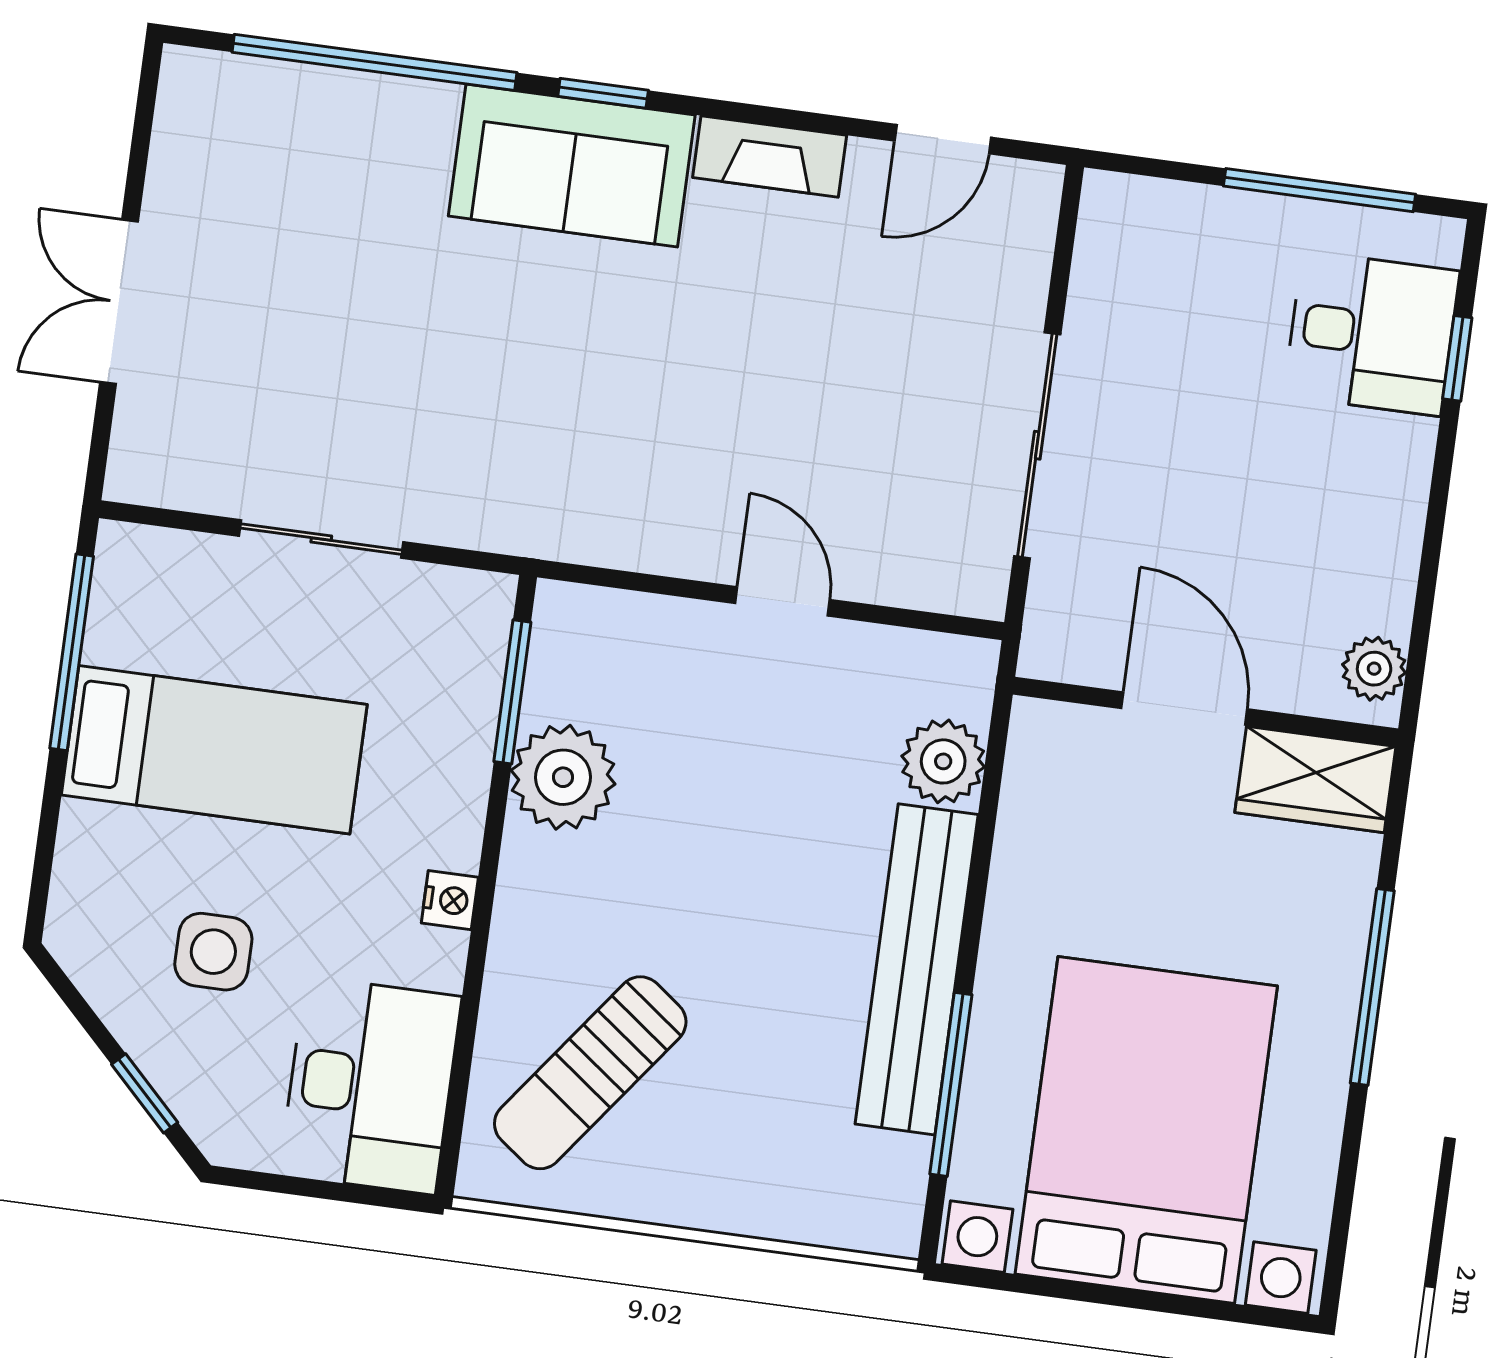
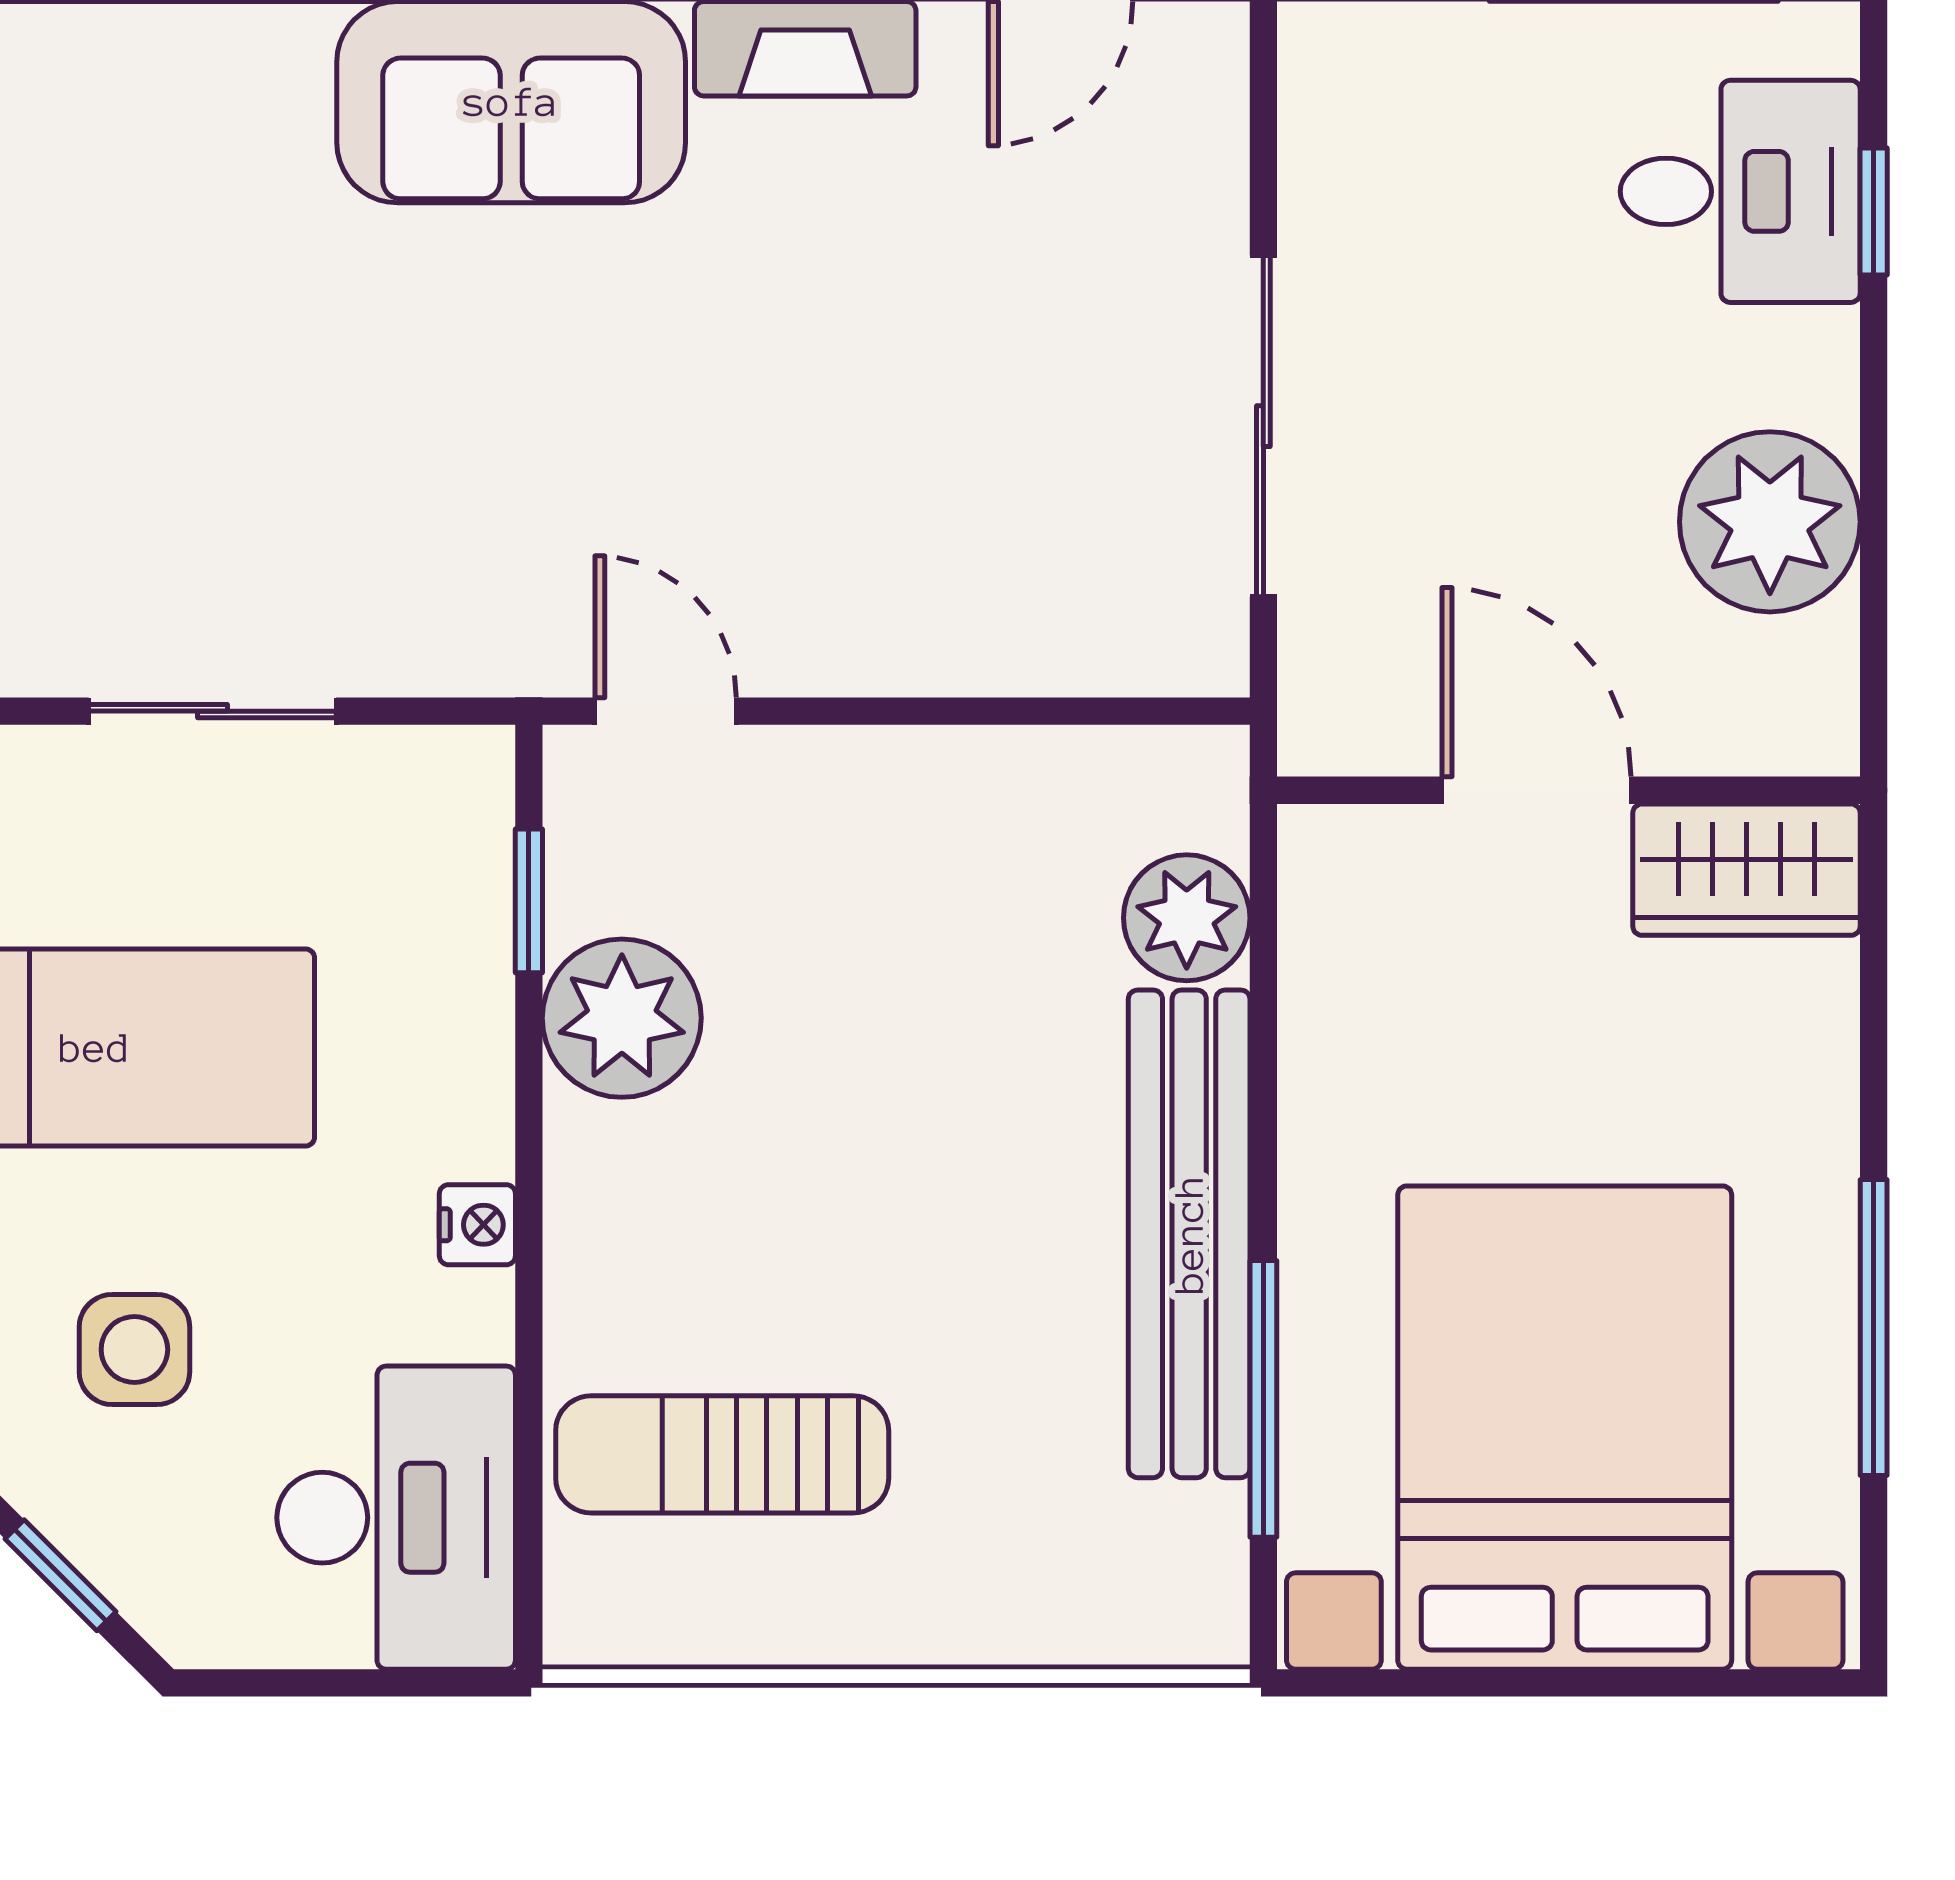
door: (782, 601) -> (666, 711), moved
plant: (1374, 669) -> (1770, 522), moved, width x1.87, depth x1.87
window: (512, 692) -> (529, 901), width x0.67
window: (1372, 987) -> (1874, 1328), moved
sun lounger: (590, 1073) -> (722, 1454), turned 53

